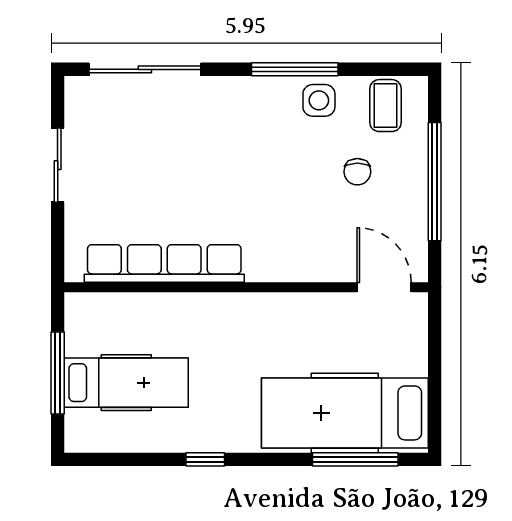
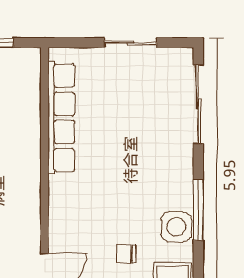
side table: (319, 100) -> (176, 227), width x1.37, depth x1.37

